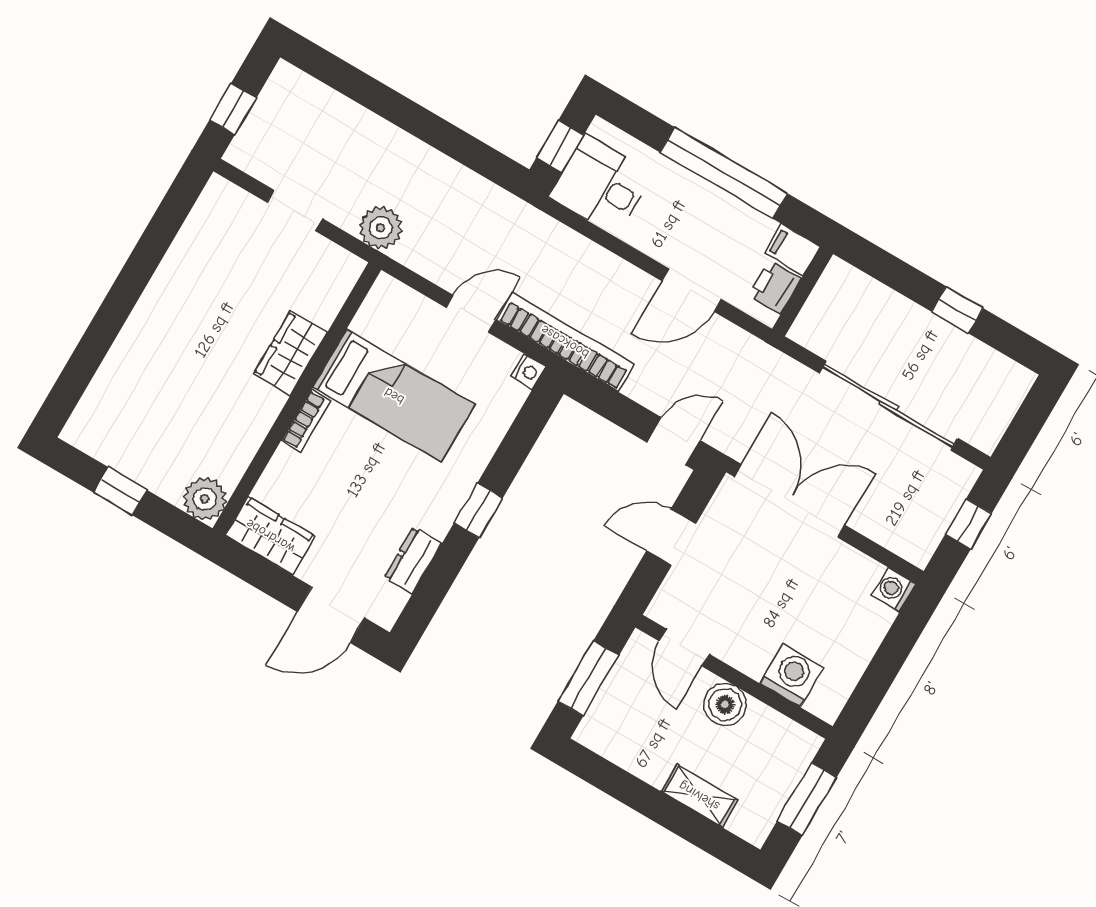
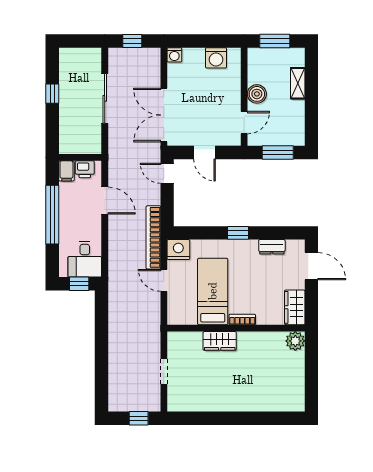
plant: (381, 228) -> (151, 334), removed
nightstand: (528, 372) -> (178, 250), width x1.89, depth x1.79
sliding door: (889, 406) -> (105, 98), width x0.73
window: (120, 491) -> (311, 375), removed
washing machine: (792, 675) -> (216, 58), moved, turned -90

